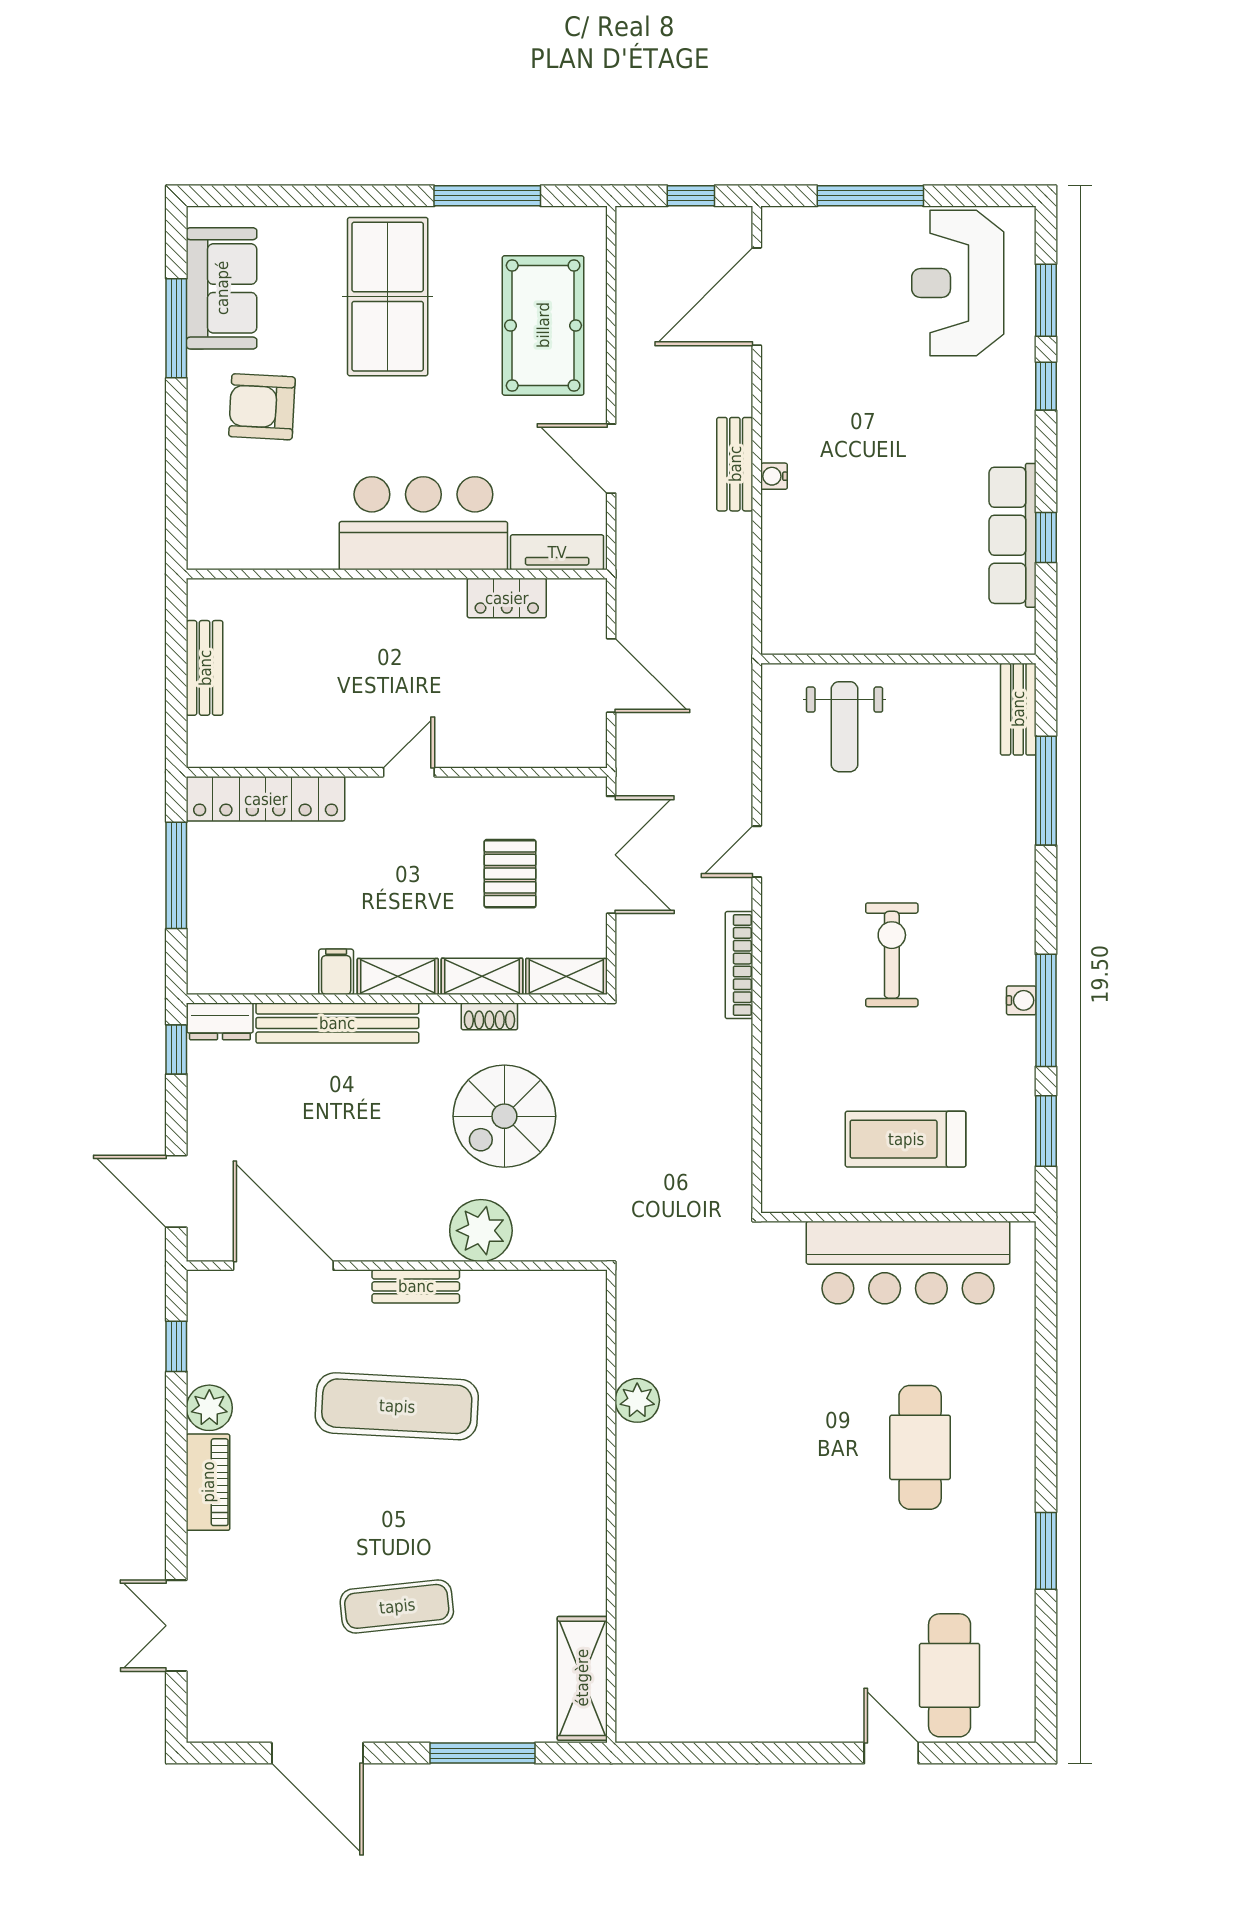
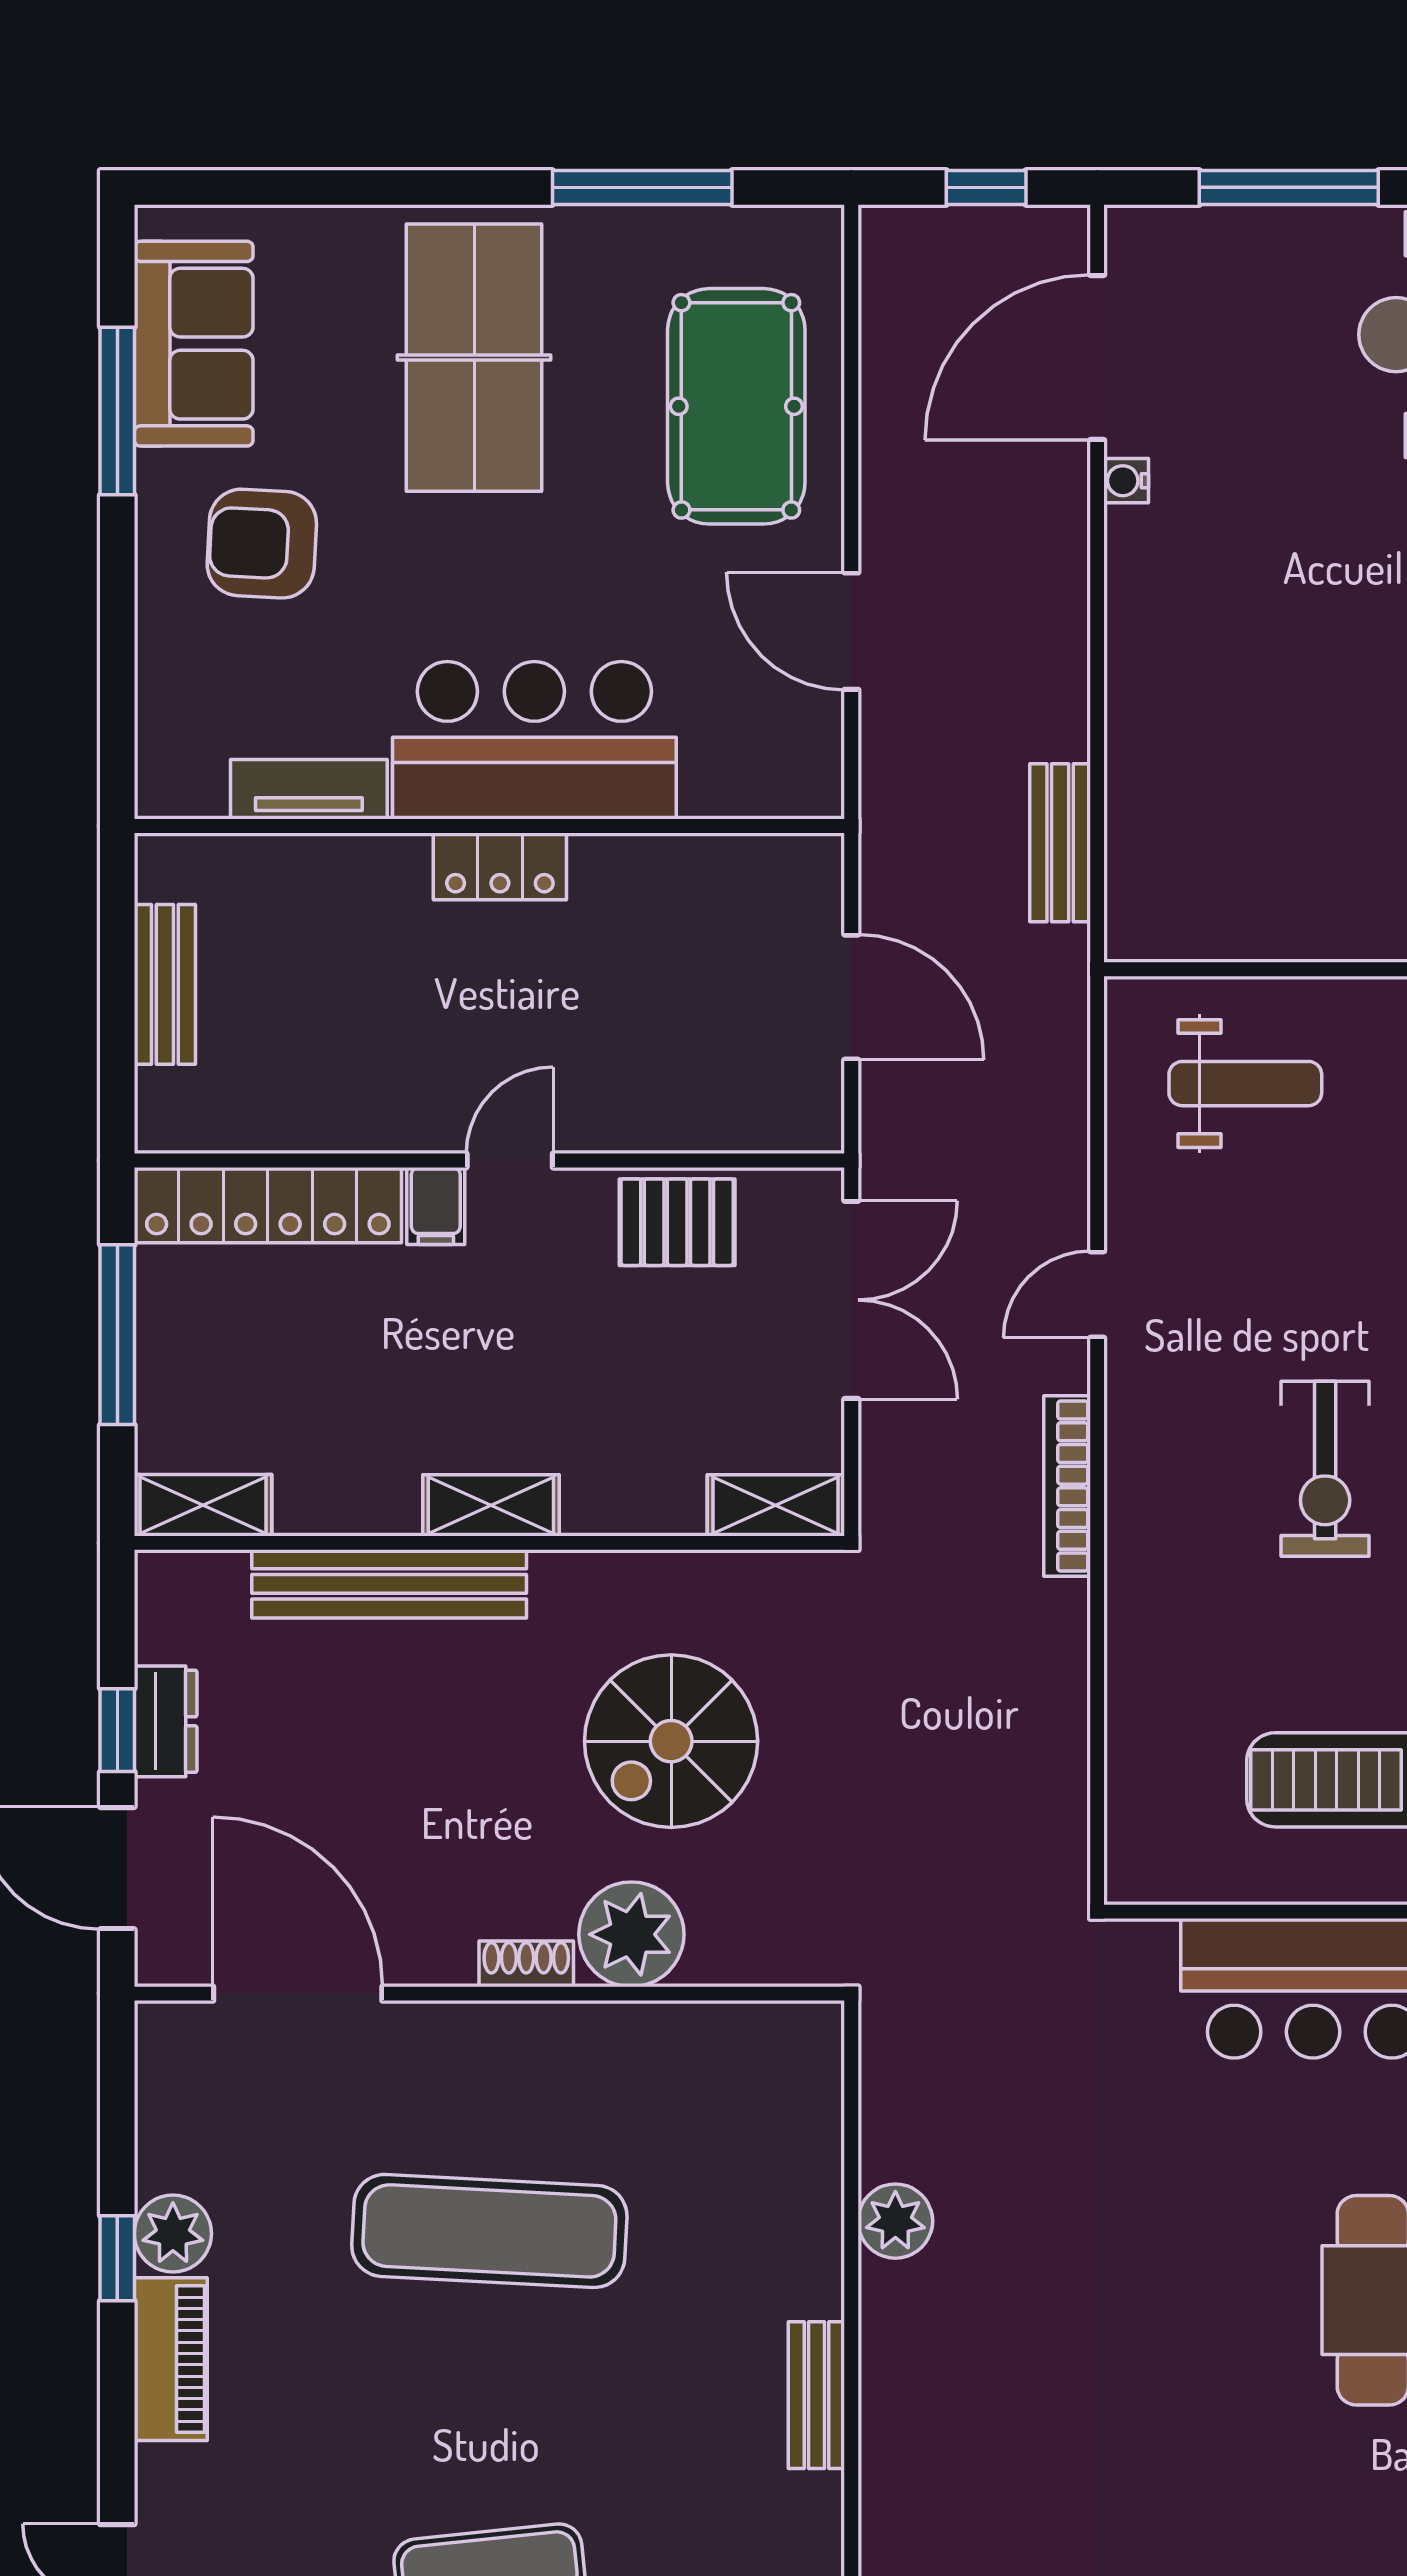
bench: (735, 464) -> (1060, 843), moved
water cooler: (774, 476) -> (1126, 481), moved
tv unit: (557, 552) -> (309, 789), moved
locker: (507, 598) -> (500, 866), moved
weight bench: (845, 727) -> (1245, 1084), turned -90
pallet: (510, 874) -> (677, 1222), moved, turned 90
exercise bike: (892, 955) -> (1325, 1469), turned 180
filing cabinet: (336, 972) -> (436, 1206), moved, turned 180
shelving: (482, 976) -> (203, 1505), moved
shoe rack: (489, 1016) -> (526, 1964), moved, turned 180
dresser: (220, 1021) -> (166, 1721), moved, turned -90
window: (176, 1049) -> (117, 1730), moved
bench: (416, 1286) -> (816, 2395), moved, turned 90
window: (176, 1346) -> (117, 2258), moved

